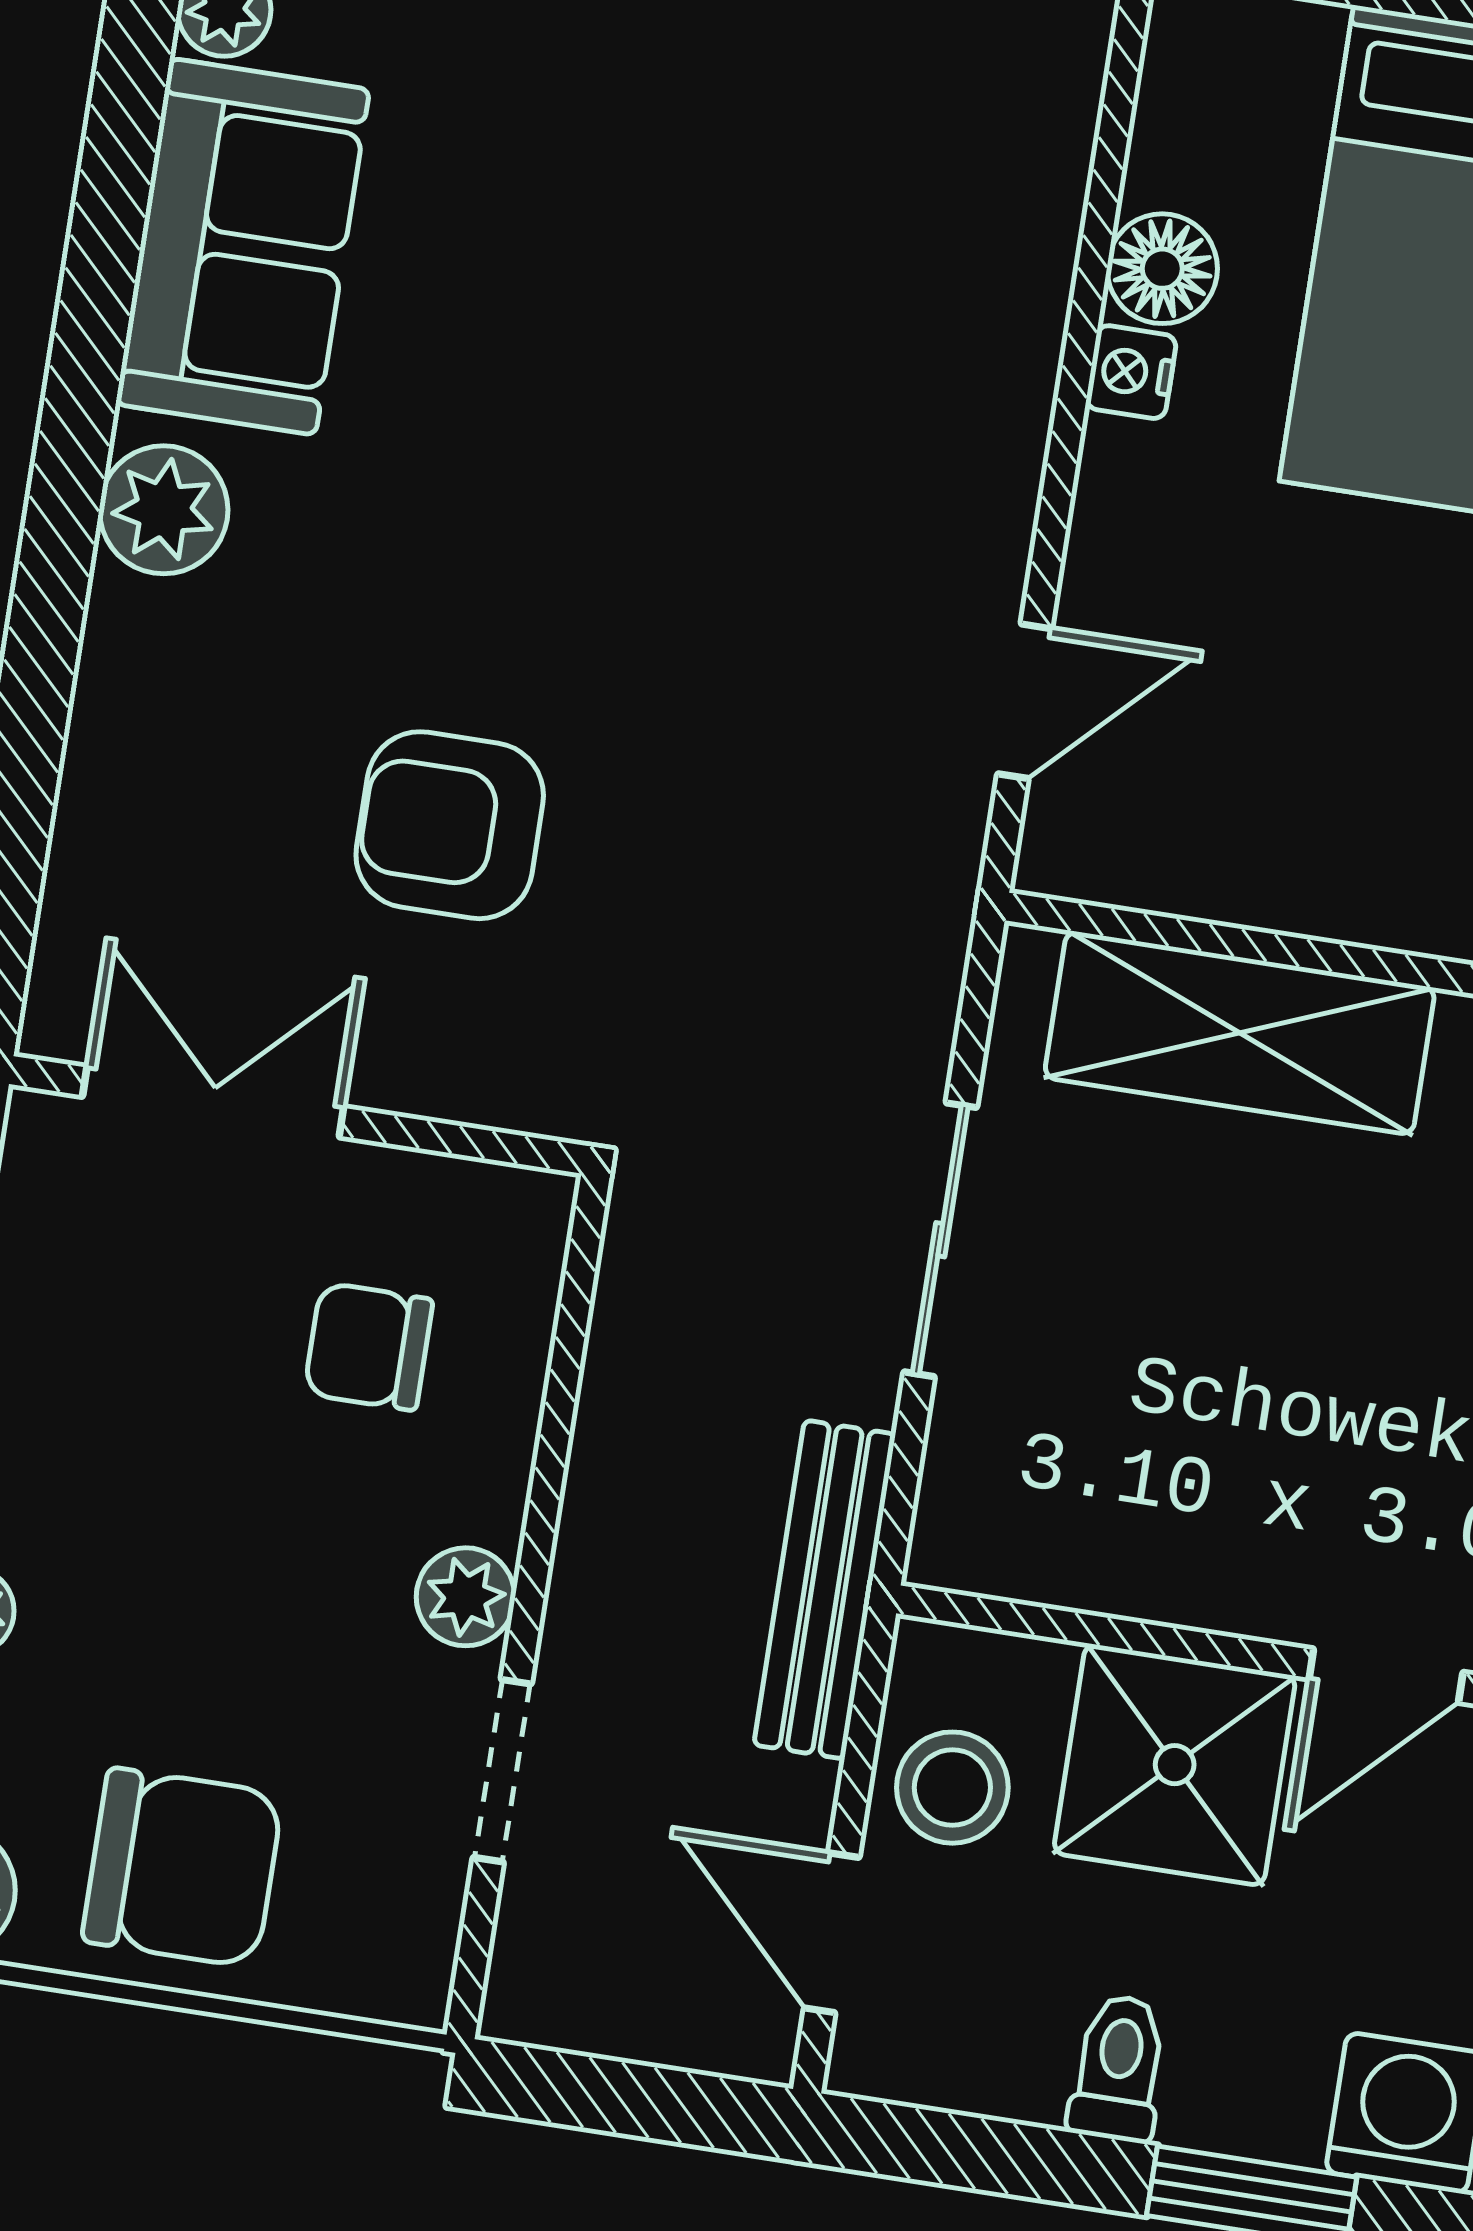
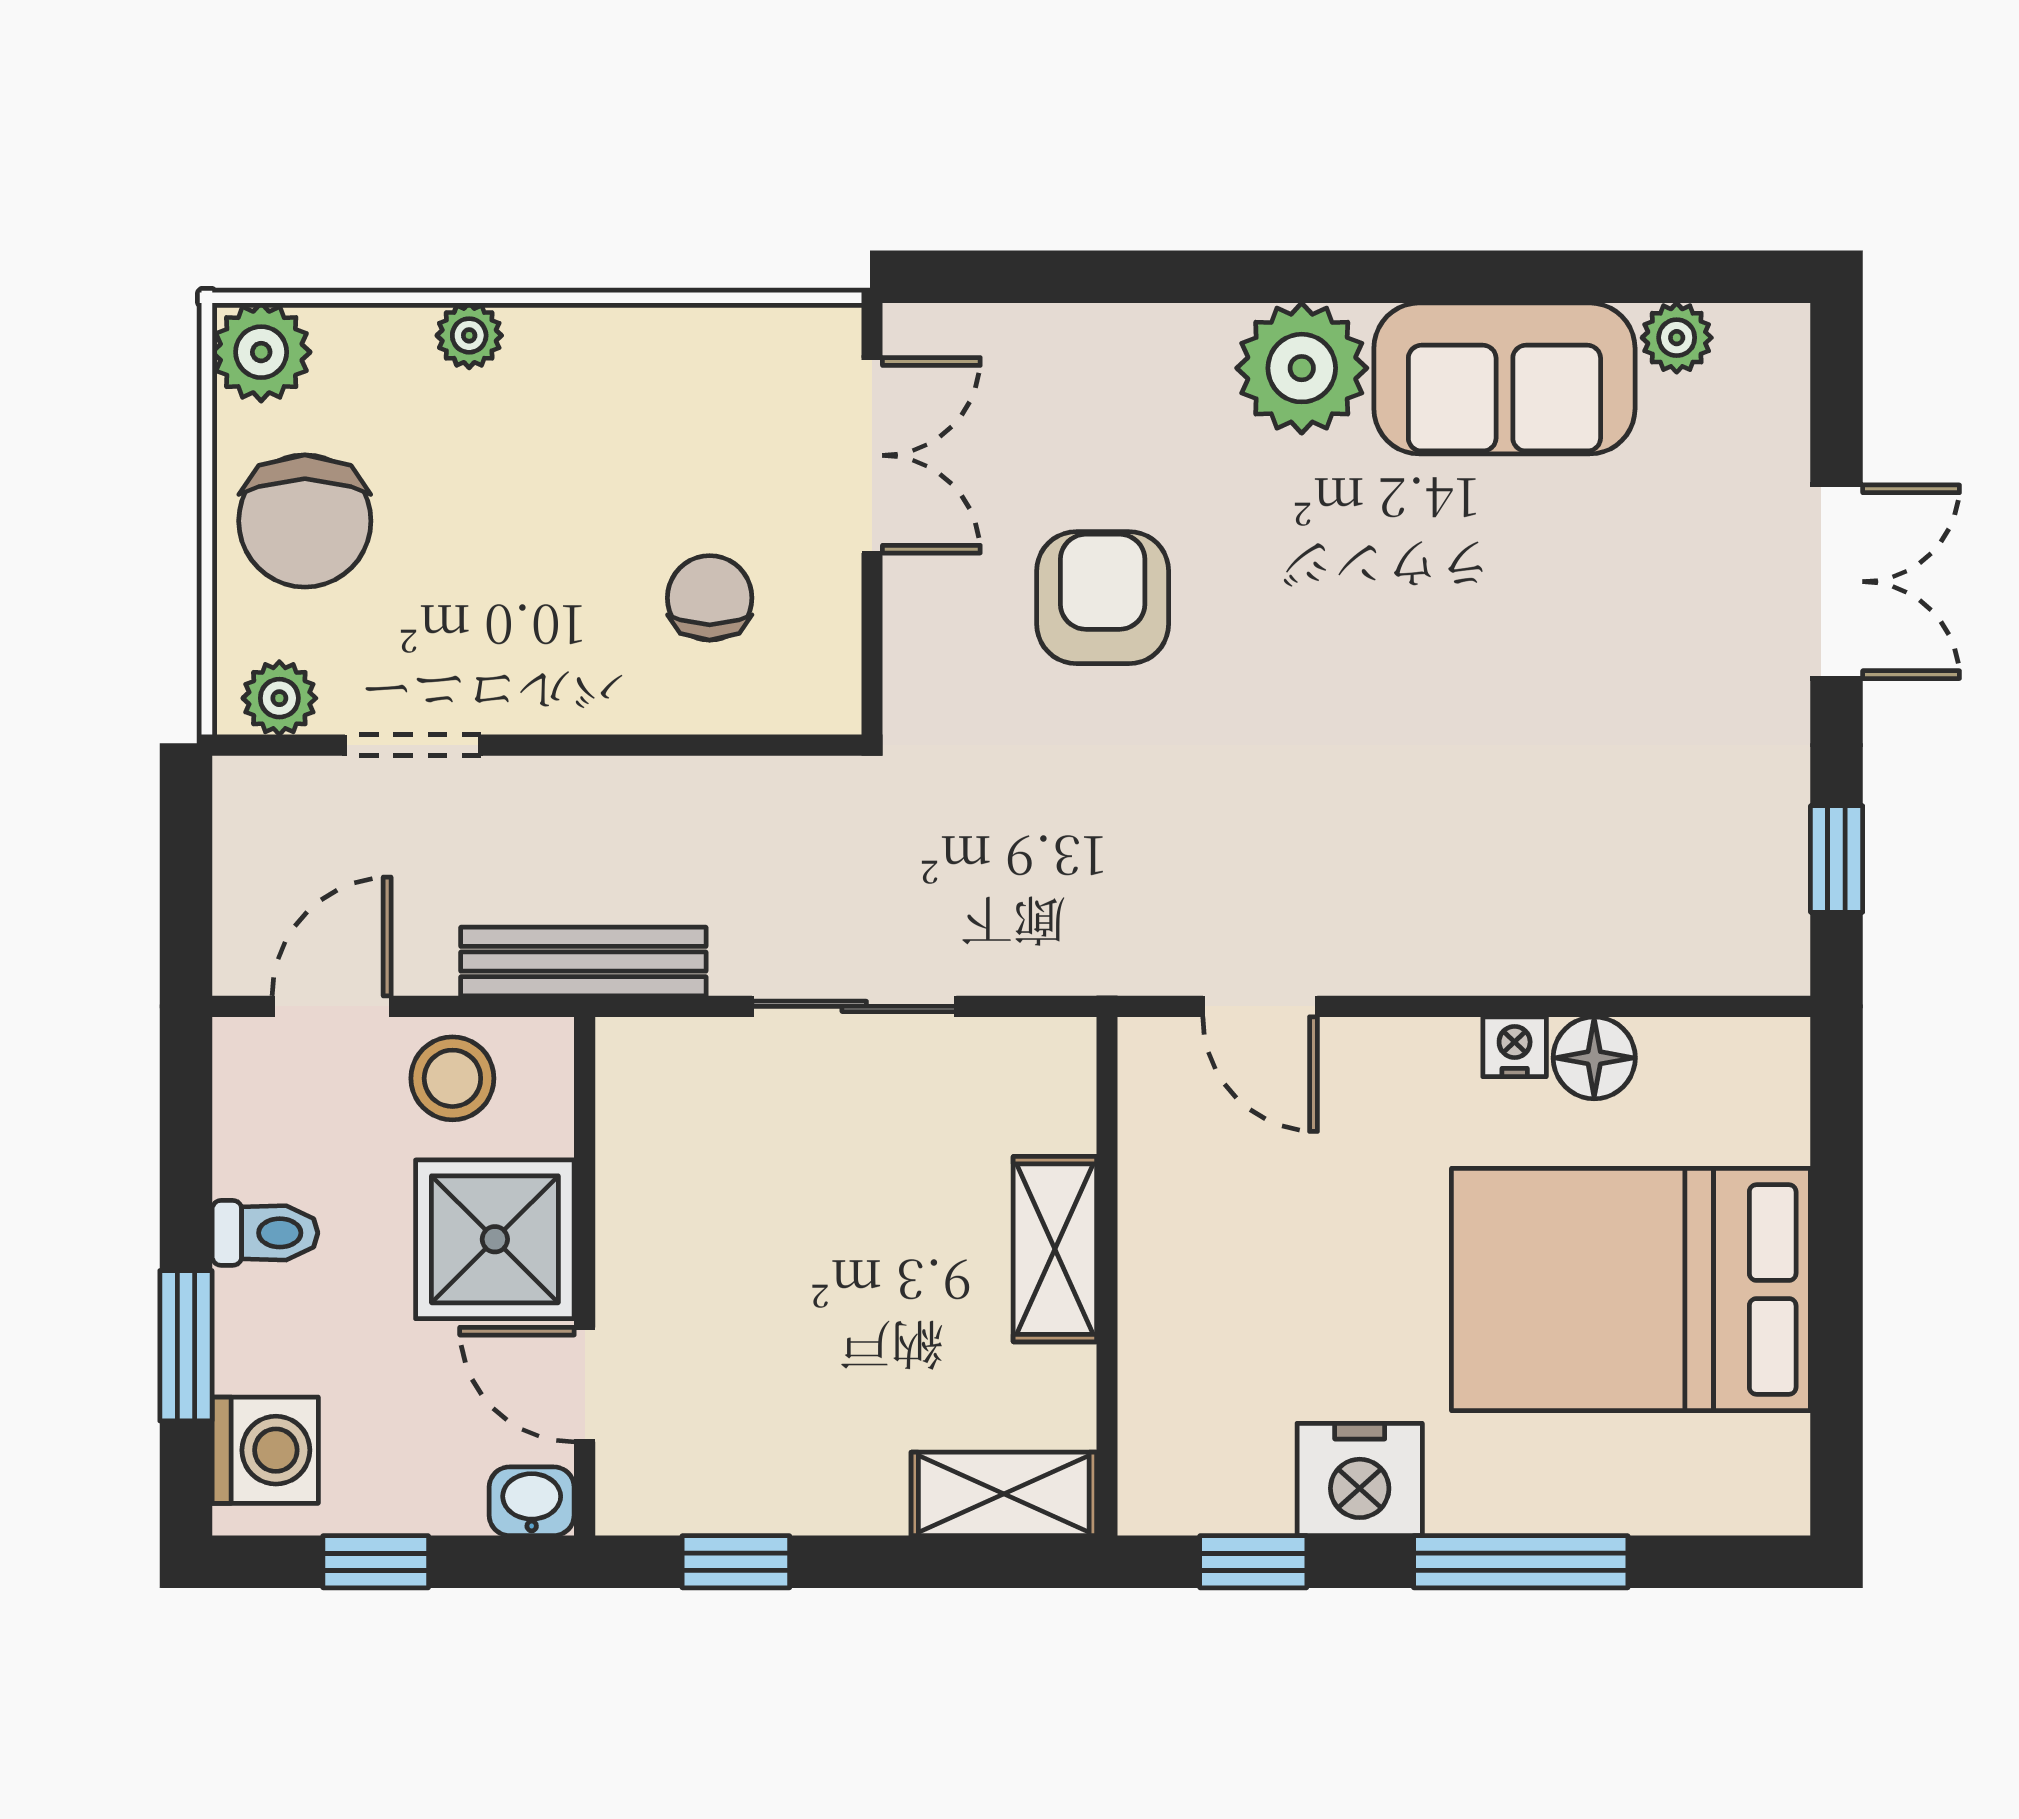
plant: (164, 510) -> (1302, 368), width x1.36, depth x1.36
shelving: (1240, 1033) -> (1055, 1249), width x0.67, depth x0.75
plant: (466, 1597) -> (279, 698), moved

